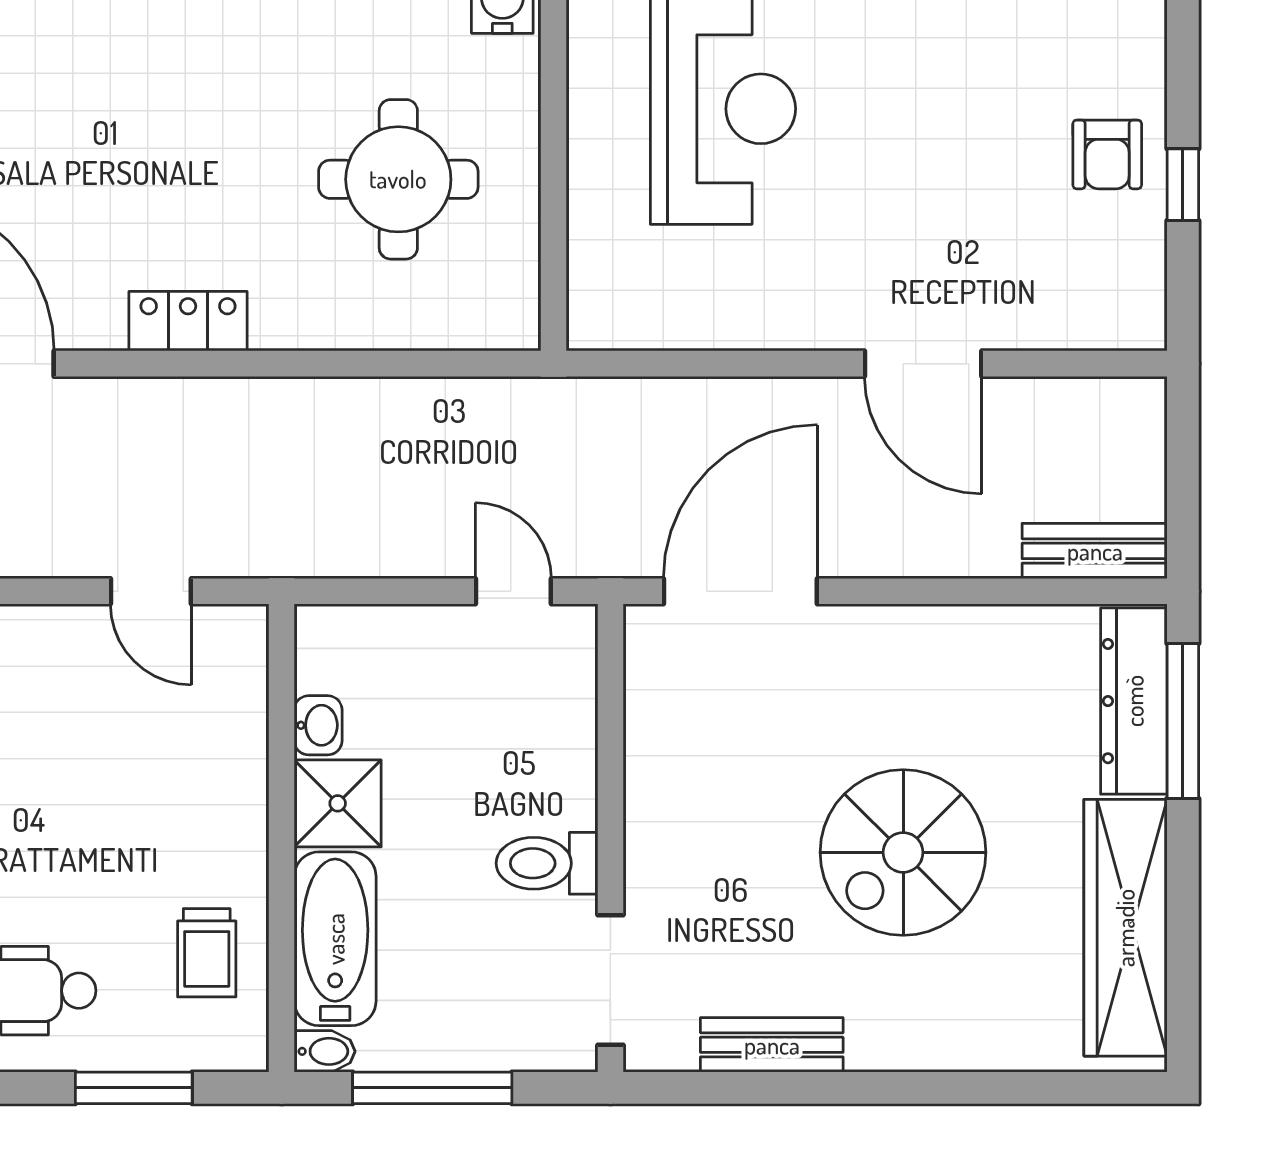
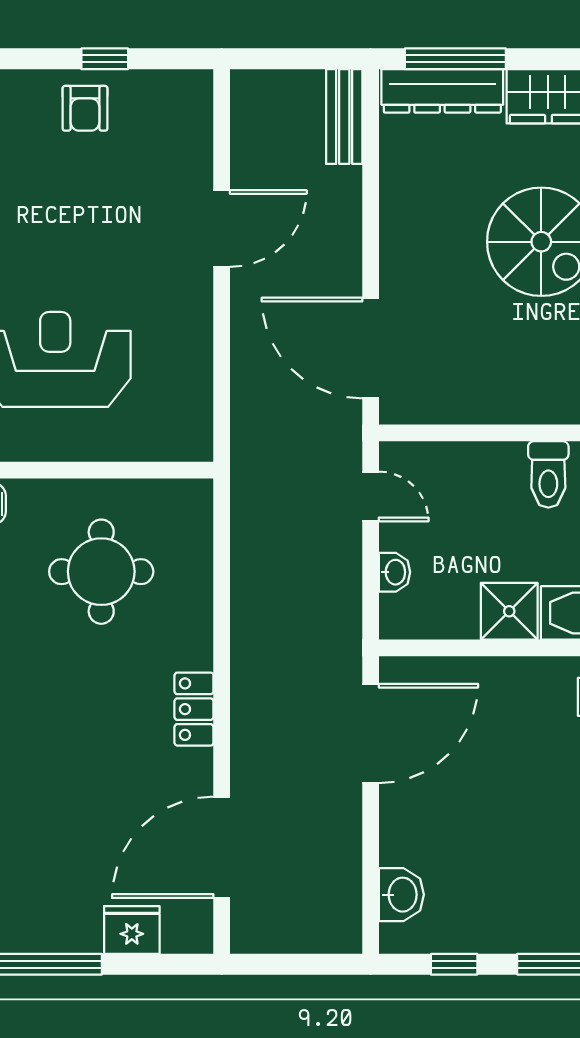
armchair: (1107, 154) -> (85, 108), turned 90
door: (151, 591) -> (371, 733), width x1.87
door: (513, 591) -> (371, 496), swing flipped
washbasin: (318, 725) -> (394, 572), moved, turned 90

